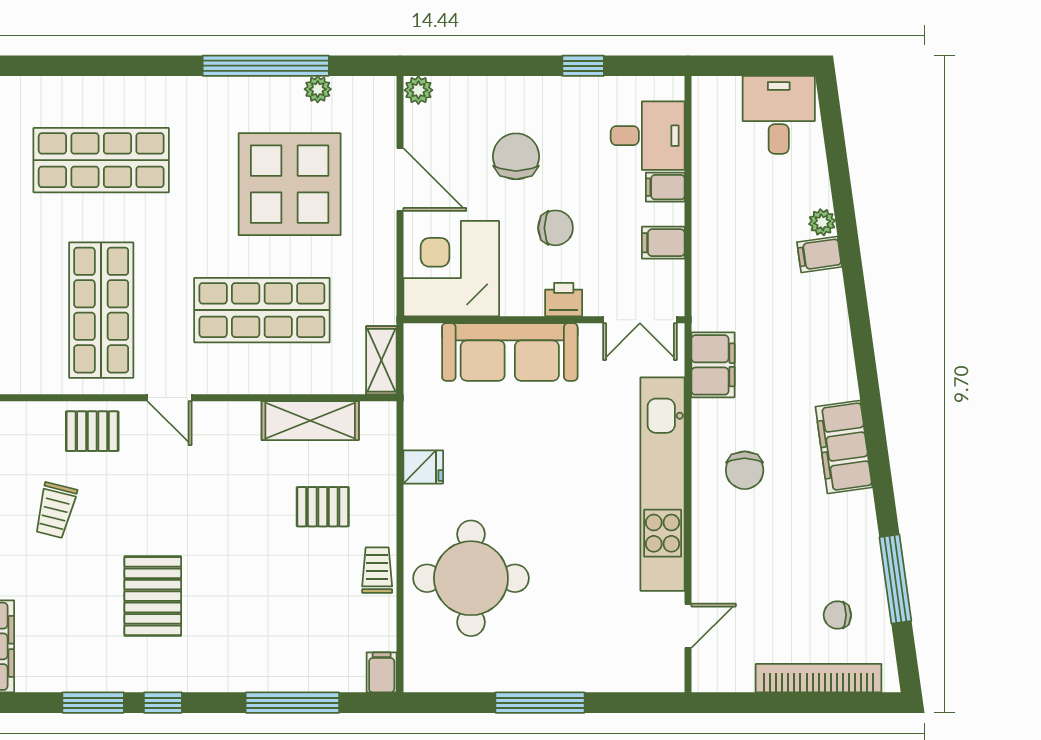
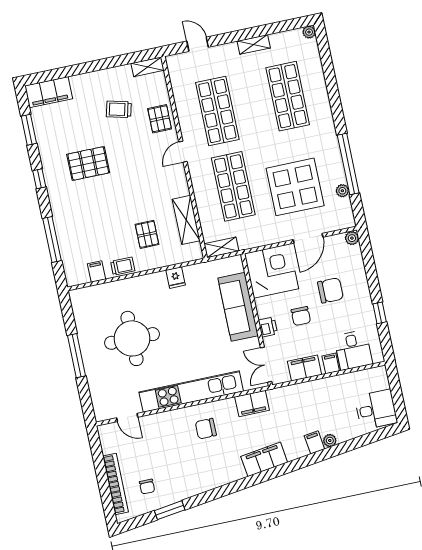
filing cabinet: (663, 243) -> (305, 368), width x2.00
shop shelf: (101, 310) -> (217, 111), turned 90
filing cabinet: (844, 447) -> (264, 459), moved
round table: (471, 578) -> (132, 338), moved
window: (895, 579) -> (170, 510), width x0.69
chair: (837, 615) -> (147, 487), turned 180
filing cabinet: (382, 672) -> (97, 271), moved, turned -90
window: (93, 703) -> (29, 130), moved

